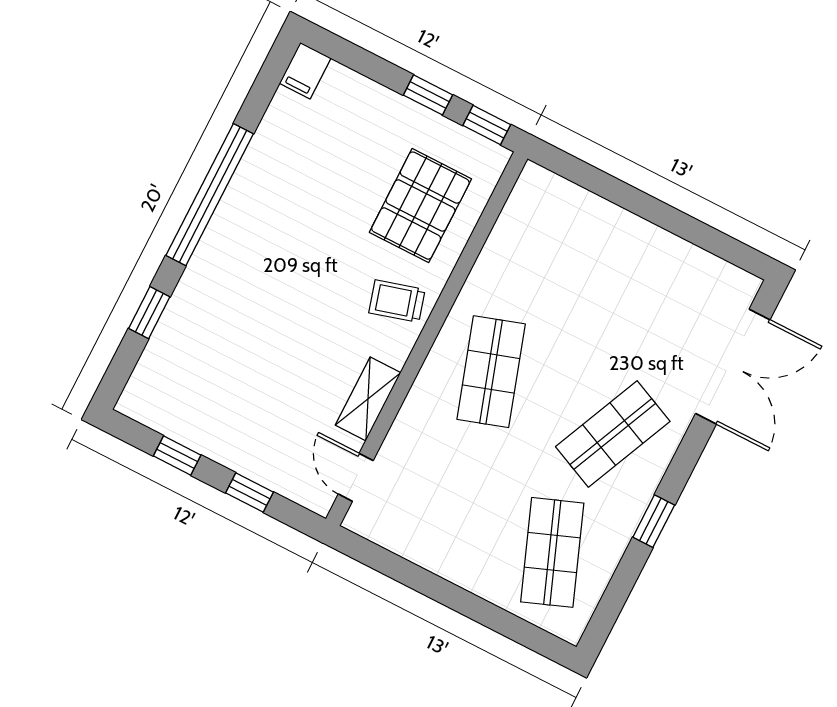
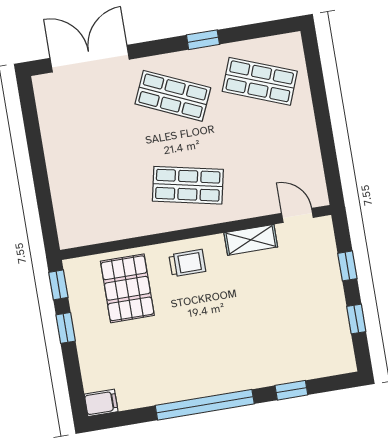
pallet: (420, 206) -> (127, 288), turned 90
trolley: (397, 301) -> (187, 263), turned -74
shop shelf: (491, 372) -> (188, 185), turned 30
door: (356, 477) -> (297, 215), swing flipped
shop shelf: (552, 552) -> (260, 81), turned 42

